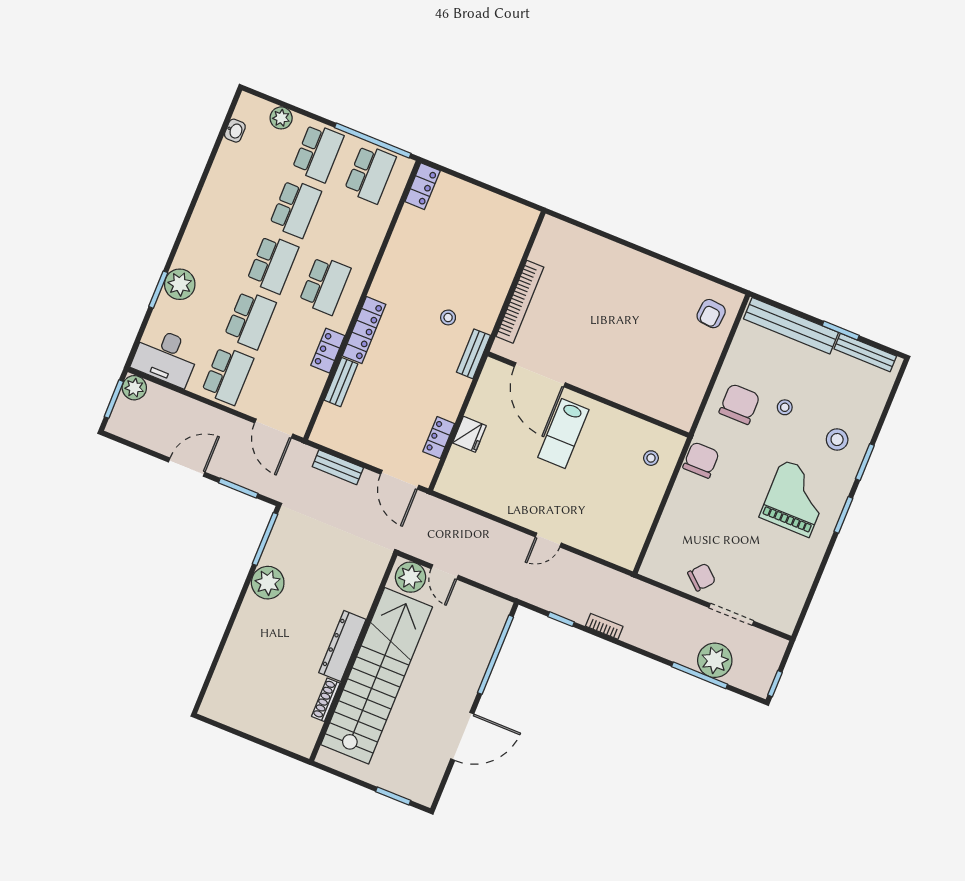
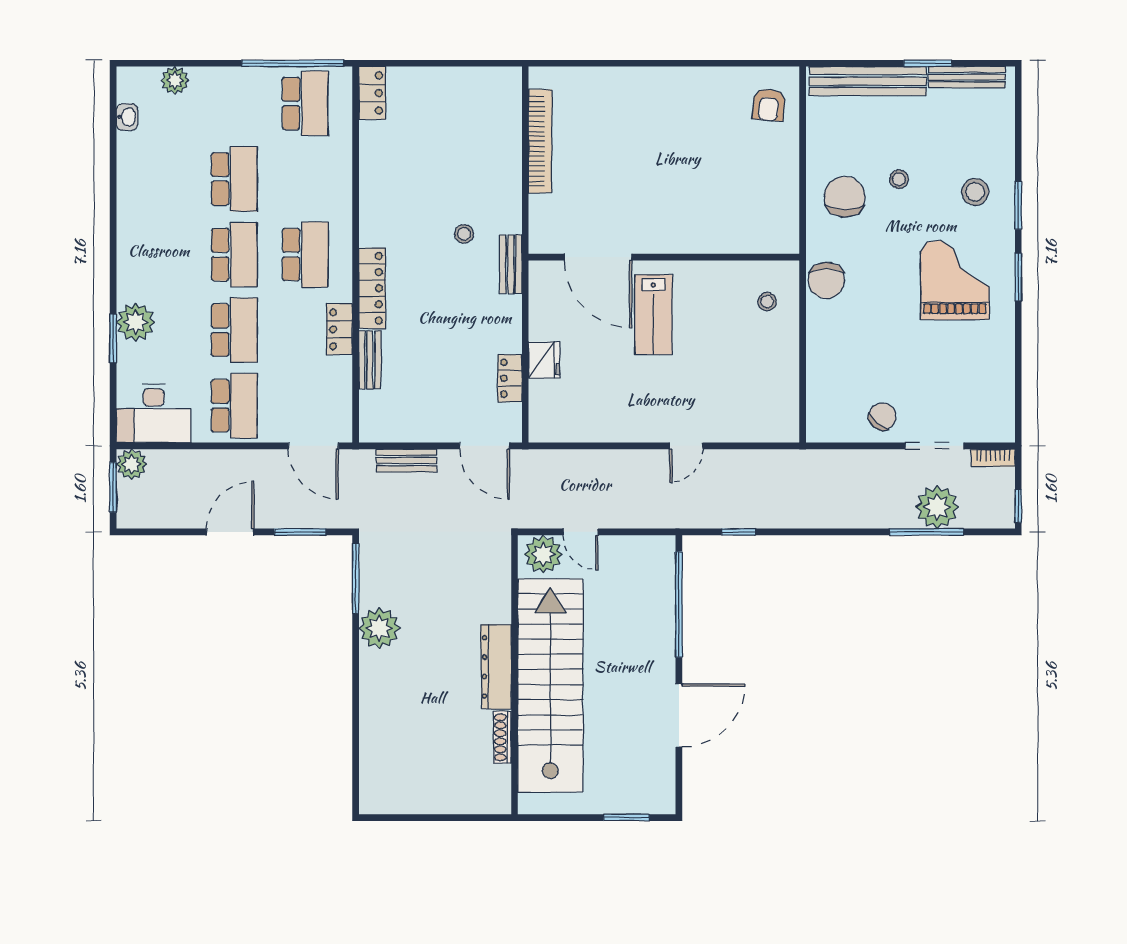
school desk: (318, 153) -> (234, 103), removed
bookcase: (520, 302) -> (540, 141), moved
chair: (701, 460) -> (826, 280), turned 180
bookcase: (604, 626) -> (993, 458), moved, turned 180

